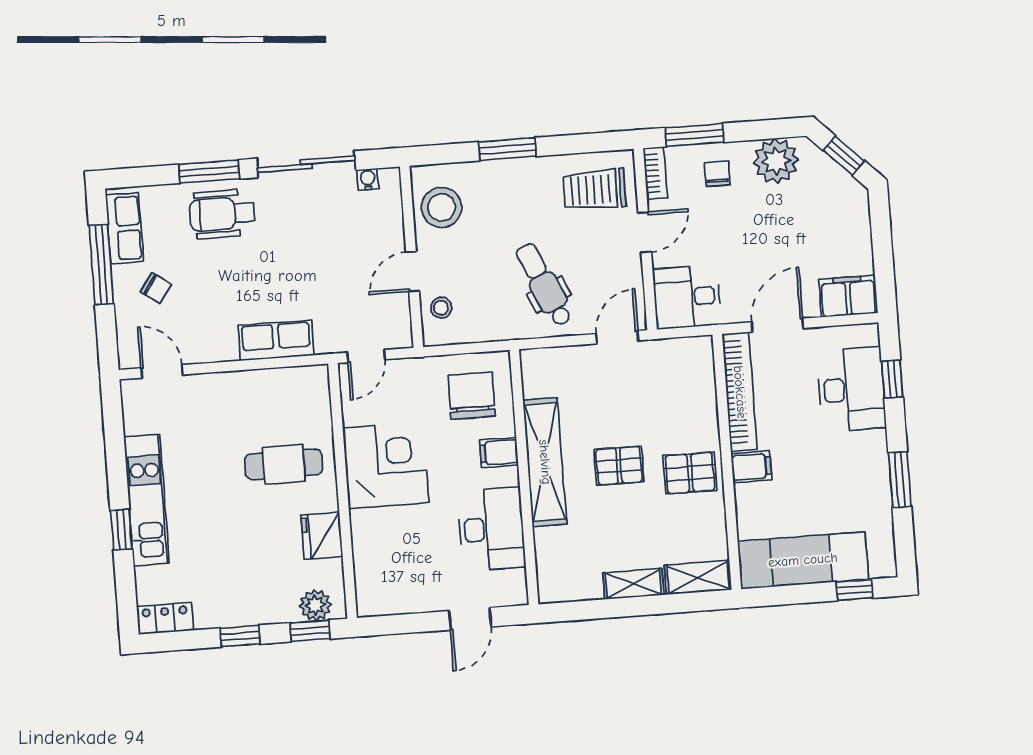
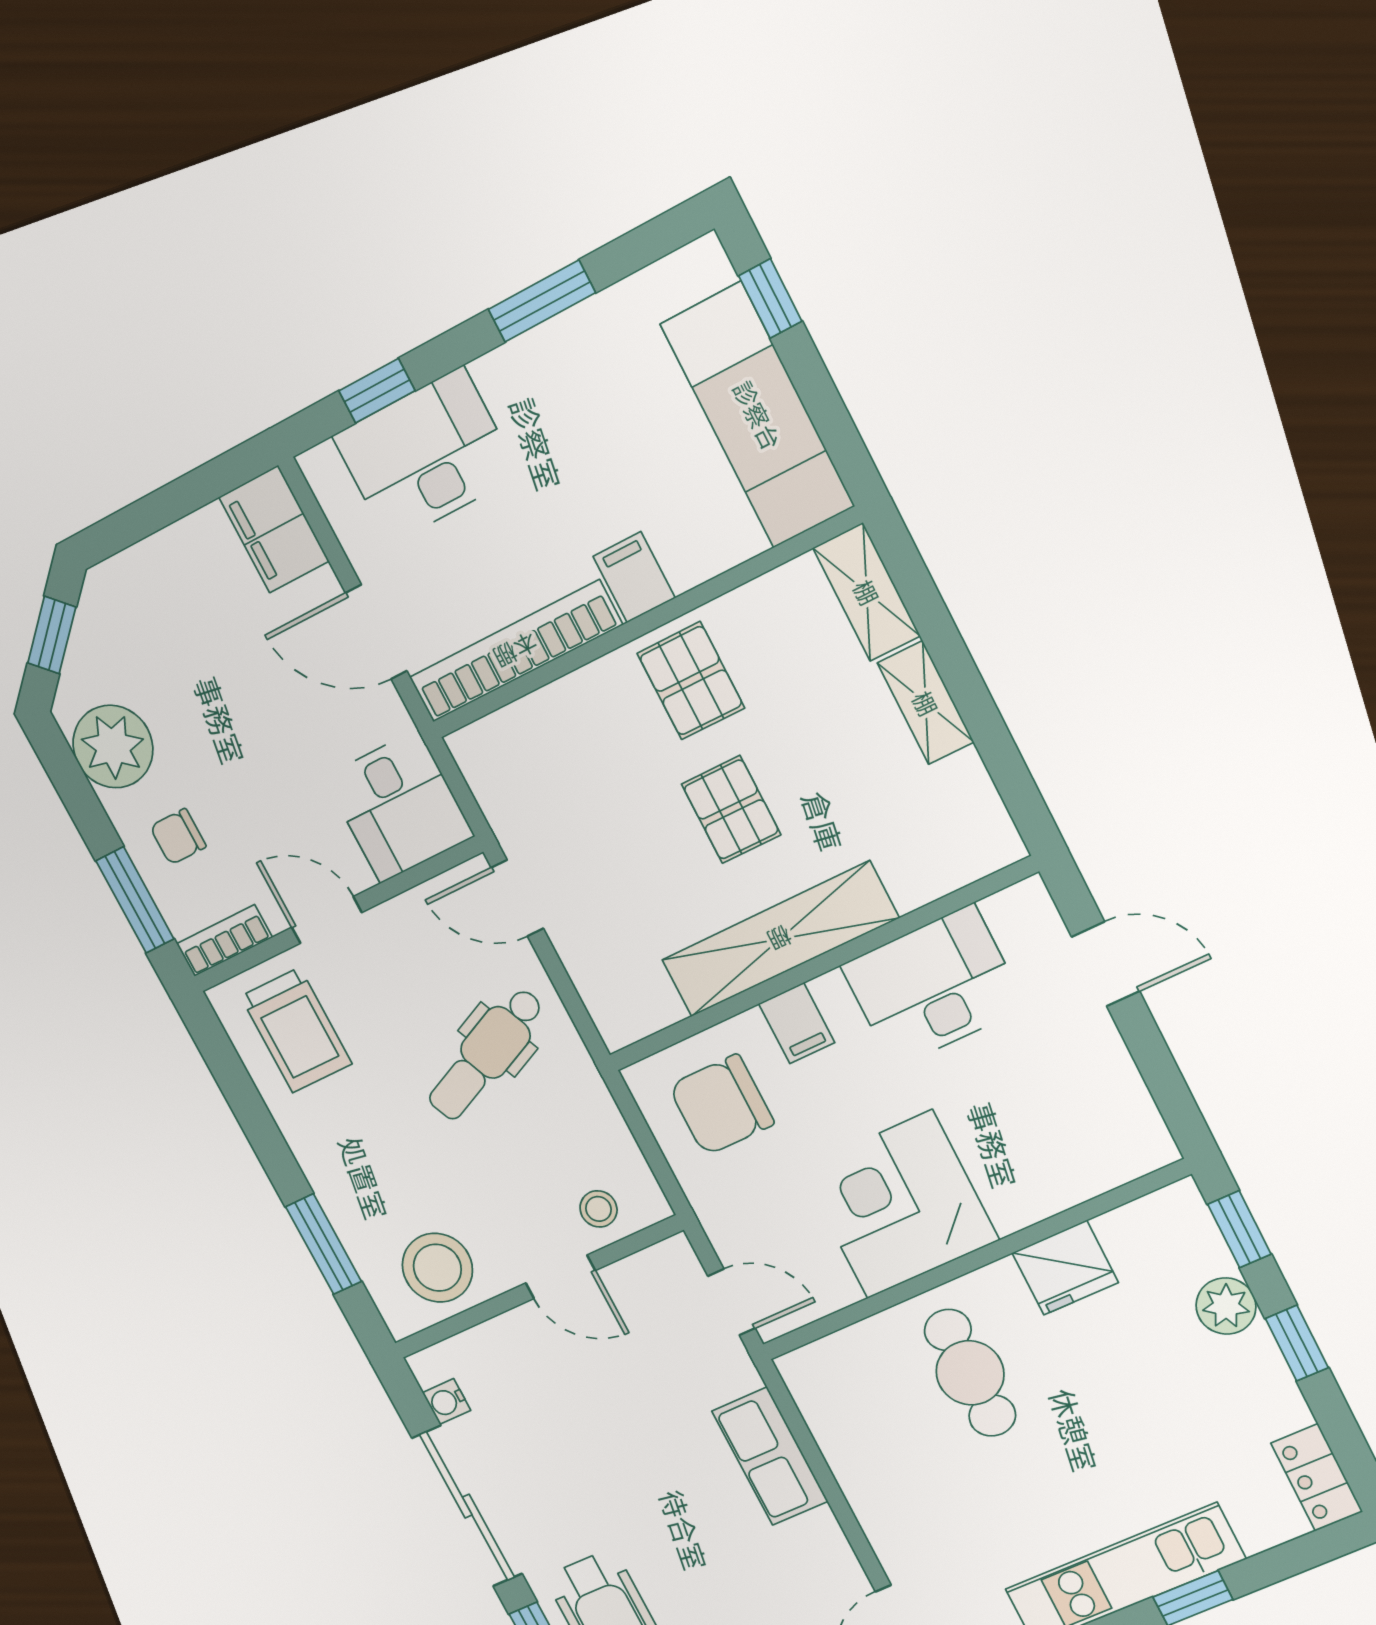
window: (507, 149) -> (324, 1244), moved
plant: (315, 605) -> (1226, 1306), moved

